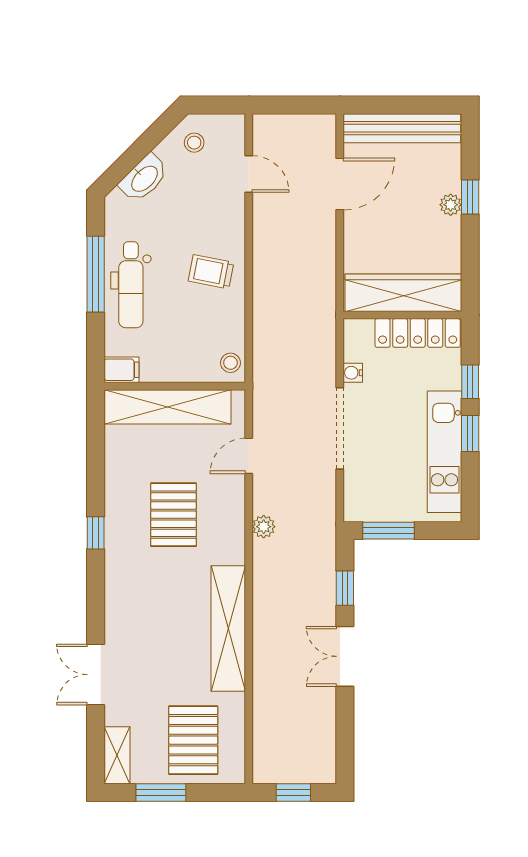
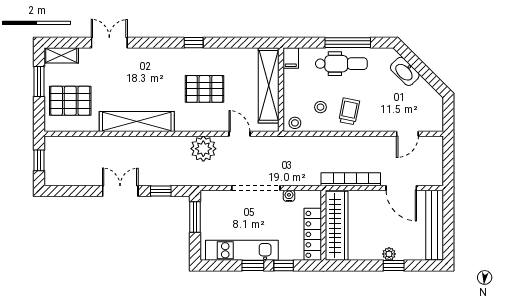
stool: (194, 143) -> (321, 107), moved
bookcase: (325, 269) -> (351, 179), added
dental chair: (131, 285) -> (341, 64), turned 180
plant: (264, 527) -> (203, 149), width x1.87, depth x1.87

